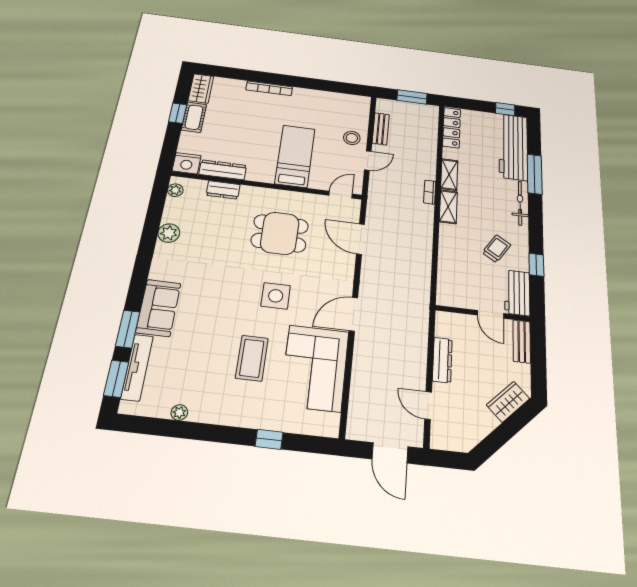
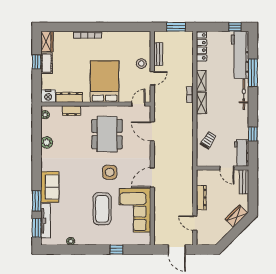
bed: (295, 156) -> (105, 82), width x1.50
dining table: (280, 233) -> (107, 134), width x1.38
trolley: (496, 249) -> (208, 140), moved
coffee table: (252, 358) -> (102, 209), width x1.36, depth x1.32

